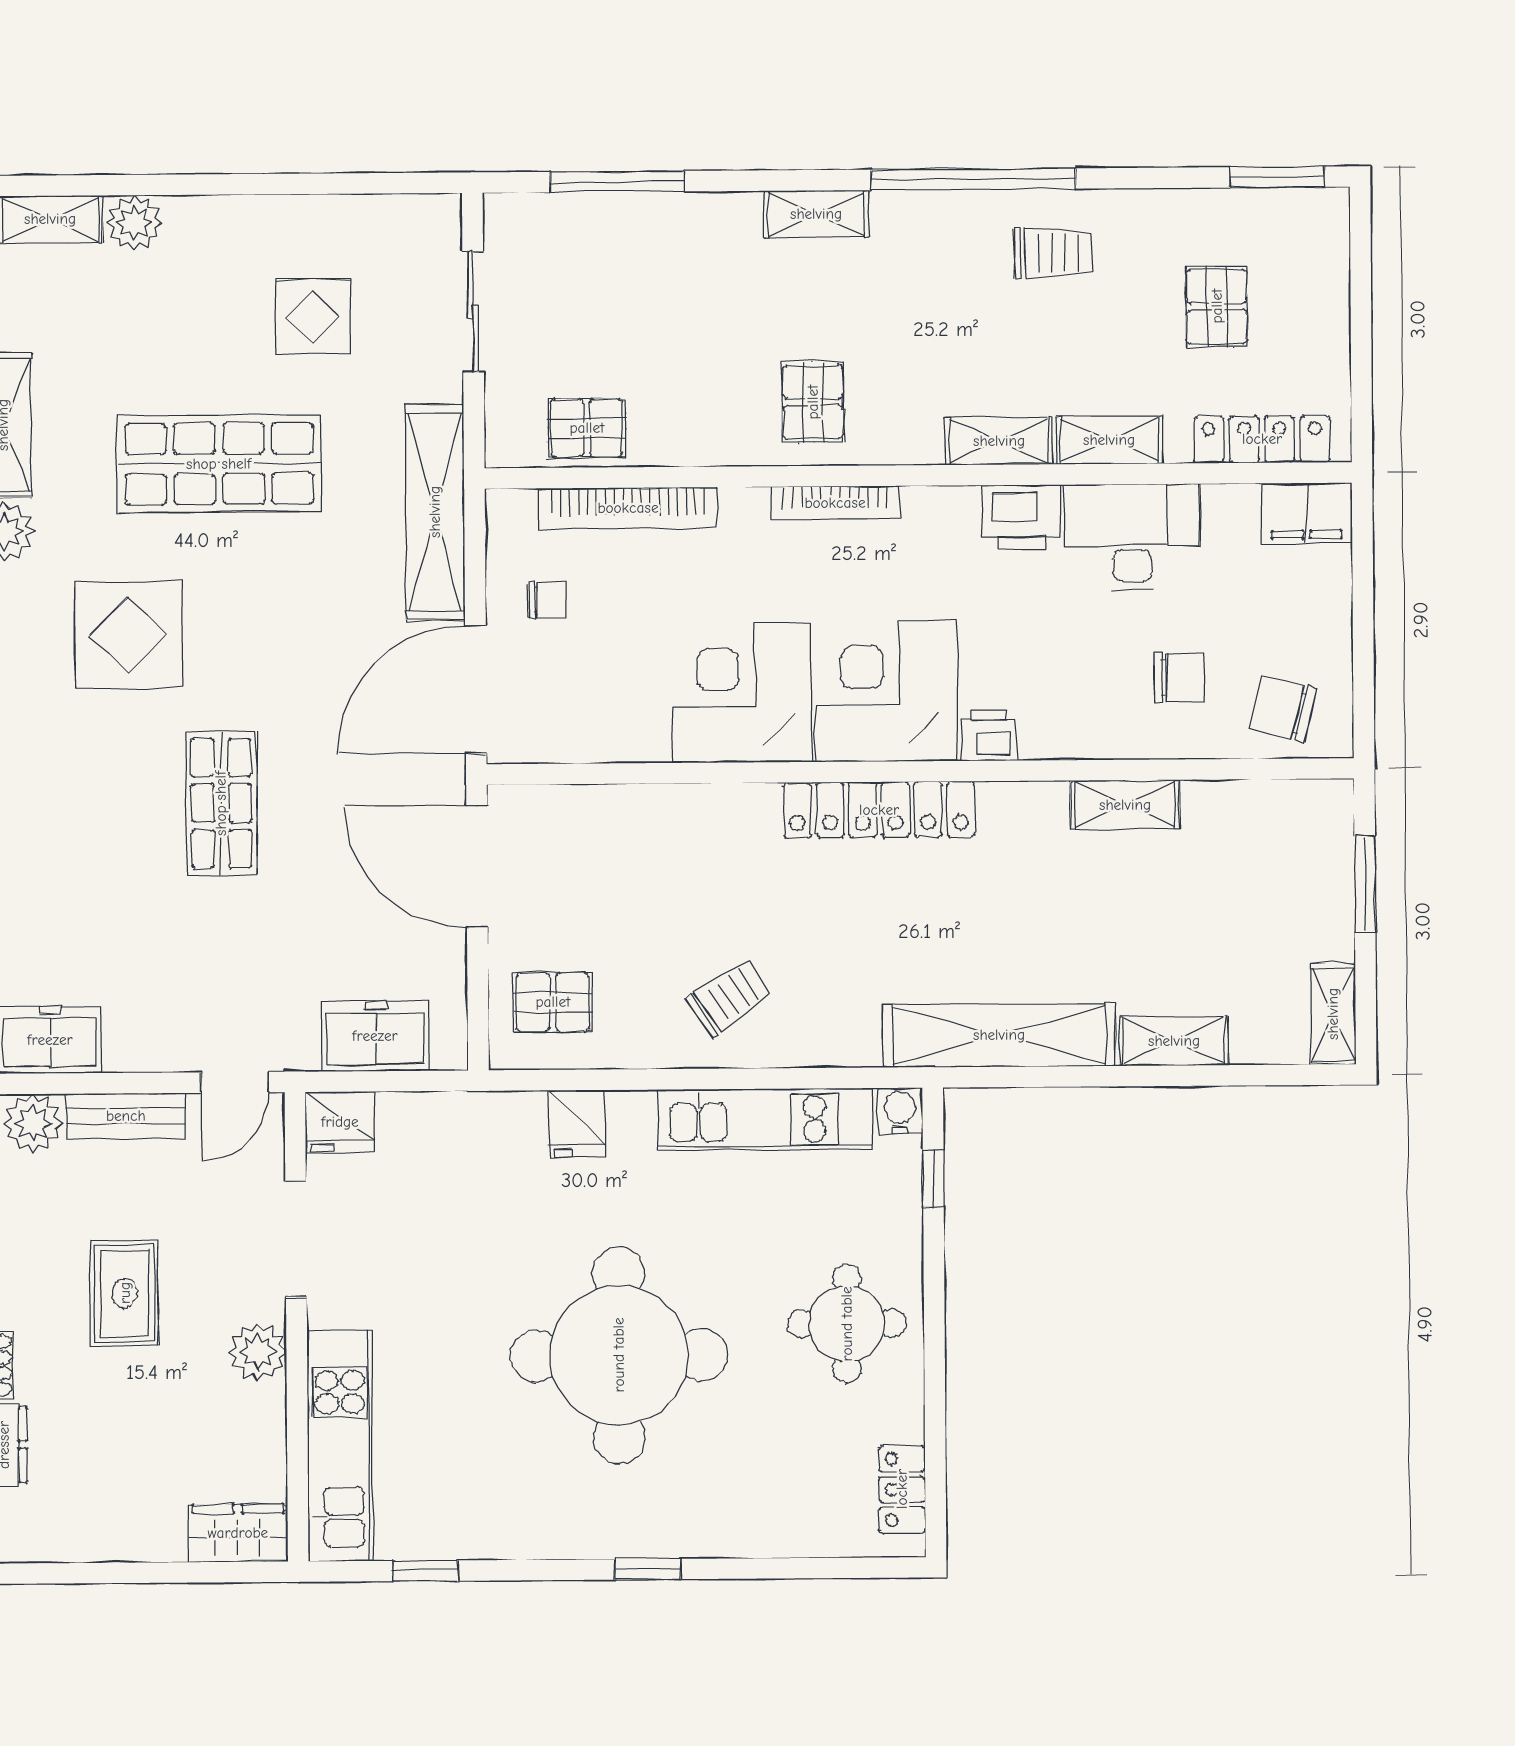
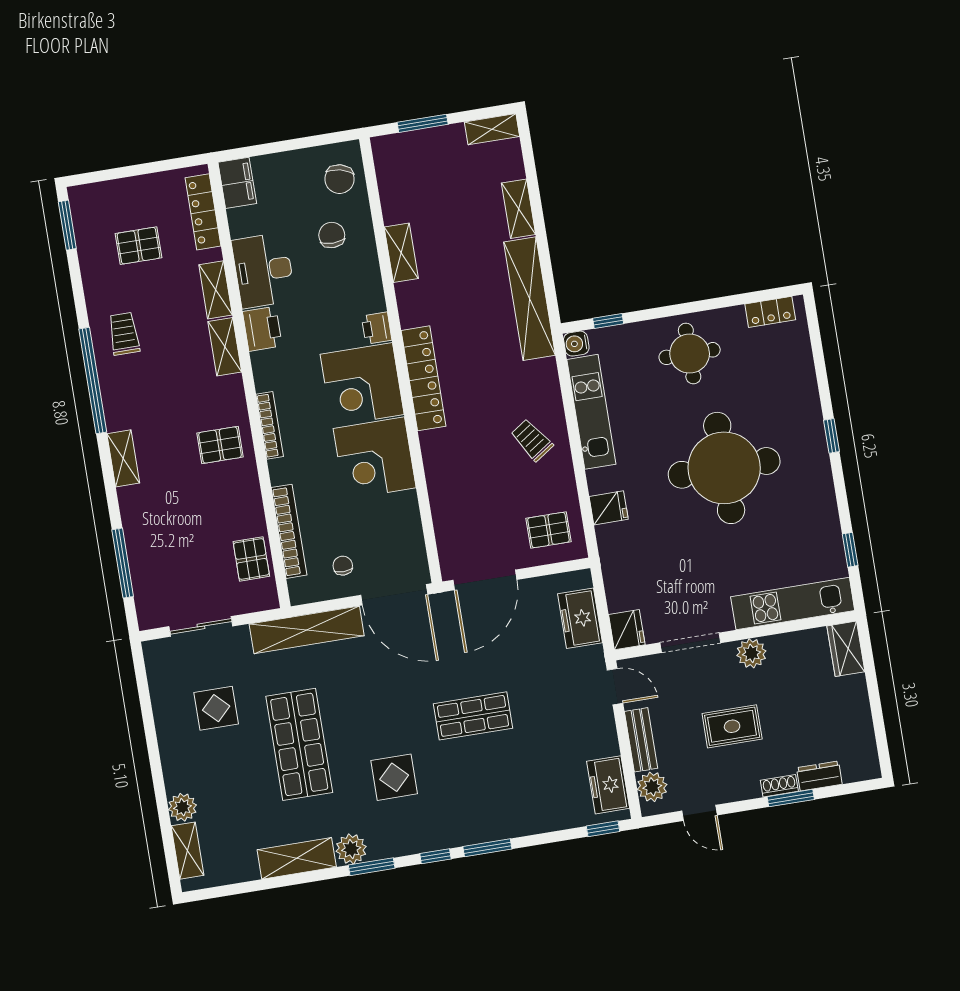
display table: (128, 635) -> (394, 777), width x0.73, depth x0.73
pallet: (553, 1002) -> (548, 530), turned 90

